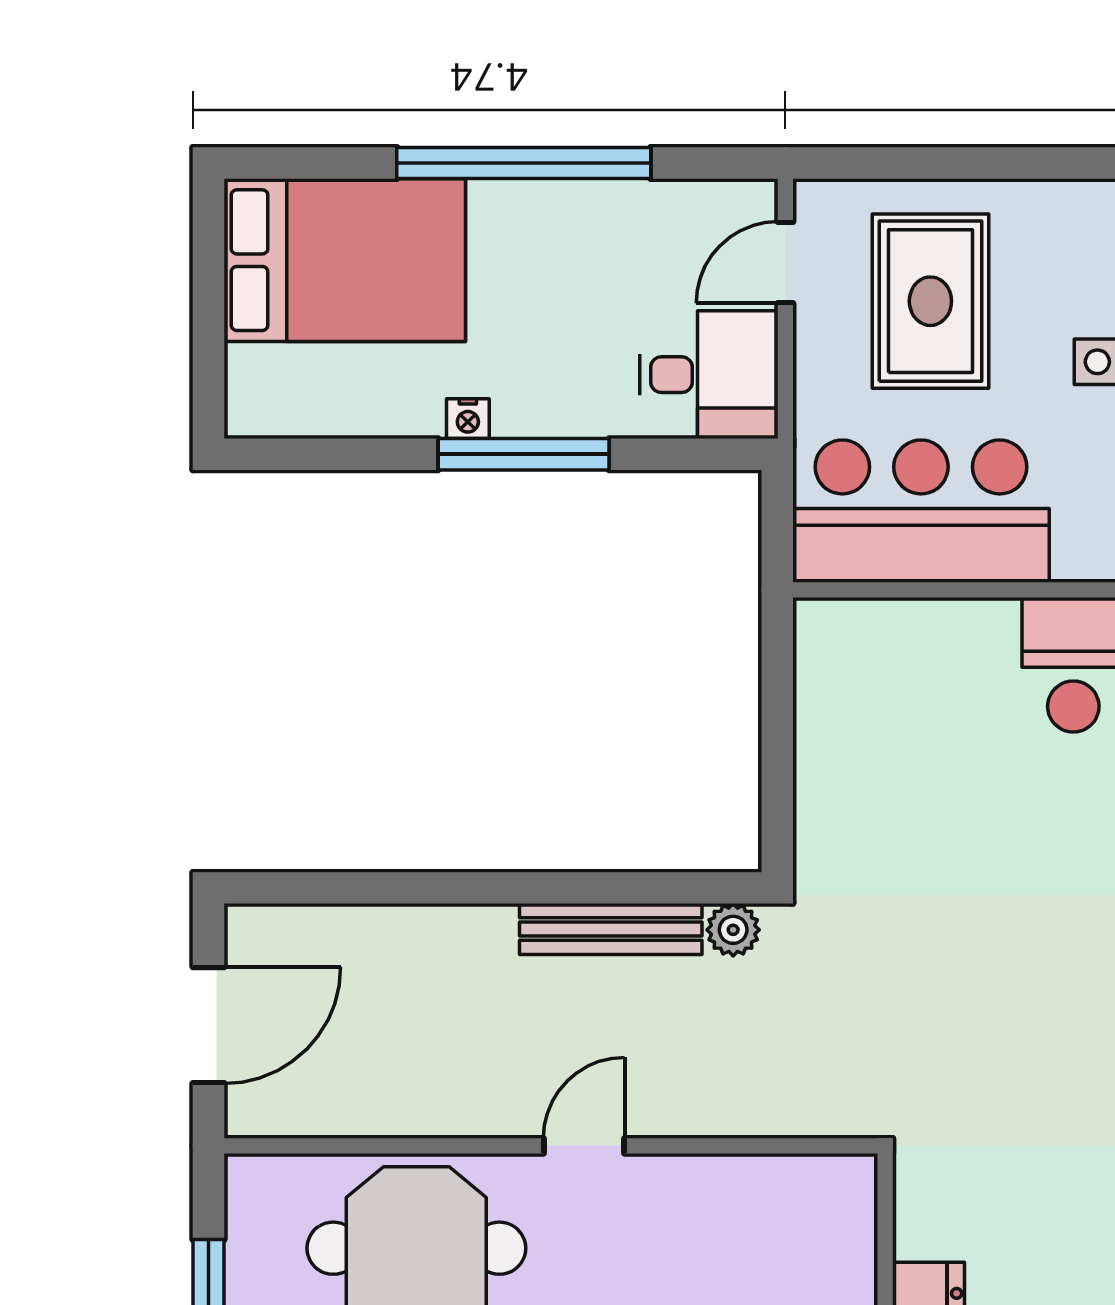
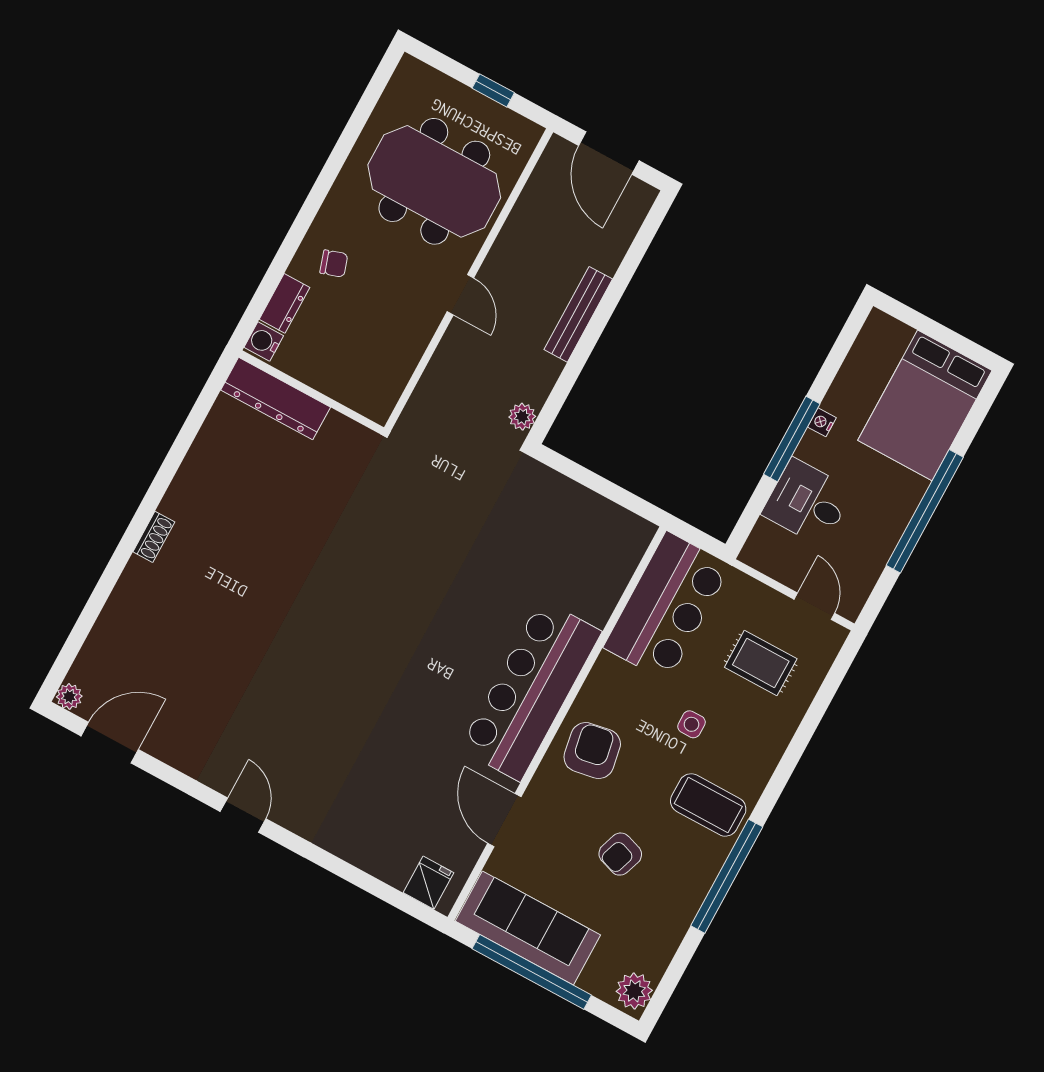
rug: (930, 301) -> (761, 663), width x0.73, depth x0.70
desk: (709, 375) -> (807, 502), moved, turned 90
bench: (611, 929) -> (578, 314), moved

